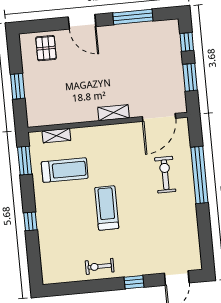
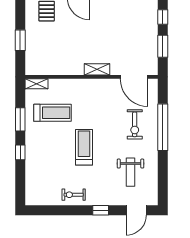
door: (159, 117) -> (134, 77), hinge flipped
shelving: (56, 136) -> (37, 84), moved
window: (25, 161) -> (20, 119), moved
exercise bike: (165, 175) -> (135, 124), turned 180
weight bench: (166, 233) -> (130, 172), added

